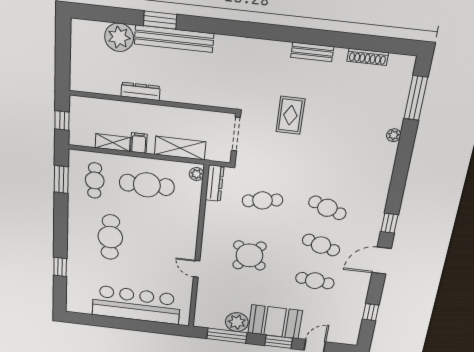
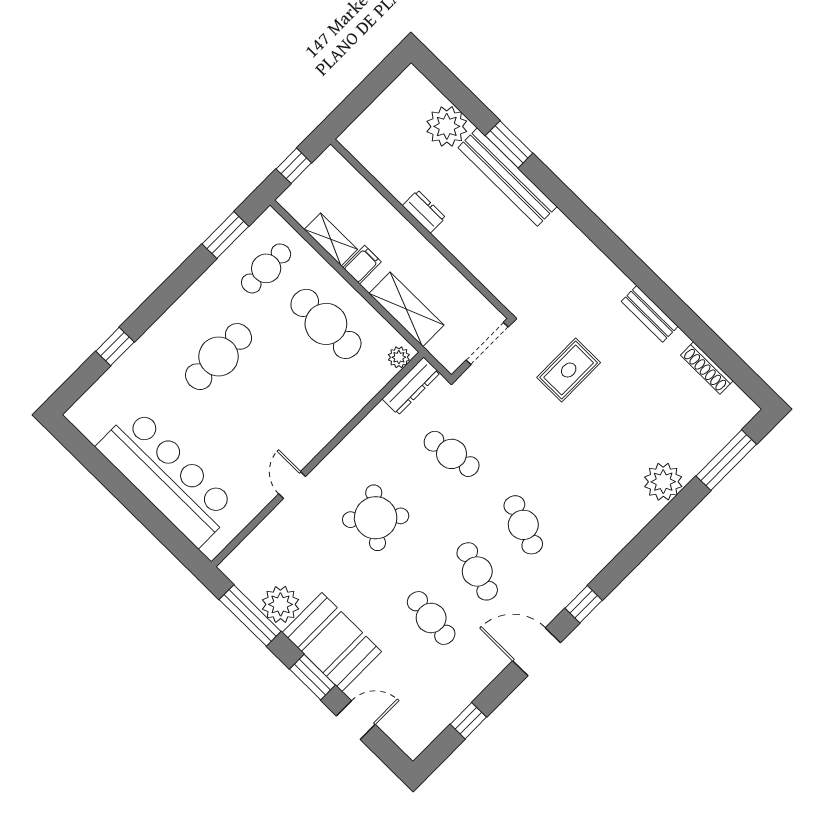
dresser: (141, 91) -> (424, 212), width x0.70
plant: (394, 135) -> (663, 482), width x1.88, depth x1.88

